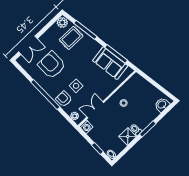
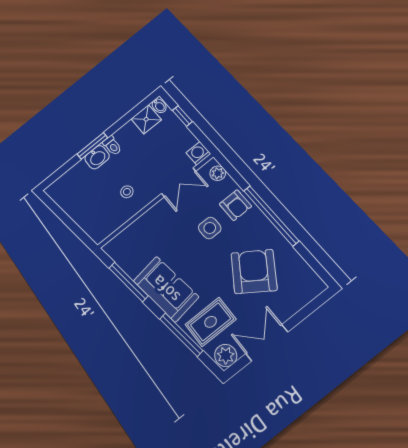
double door: (28, 45) -> (267, 343), moved
sofa: (110, 63) -> (166, 289), moved
armchair: (52, 65) -> (254, 271), turned -146
washbasin: (162, 105) -> (97, 157), moved
shower: (128, 137) -> (146, 119), moved

